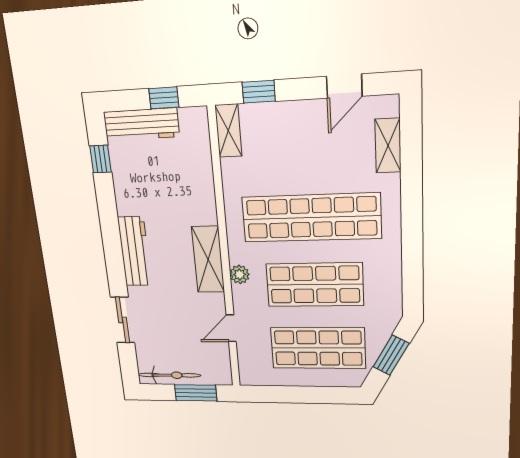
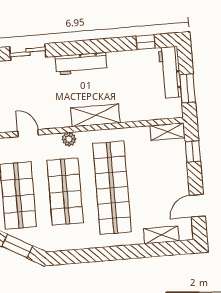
door: (344, 86) -> (197, 206), hinge flipped
window: (164, 98) -> (188, 88), width x1.50
shelving: (208, 259) -> (95, 115), moved

